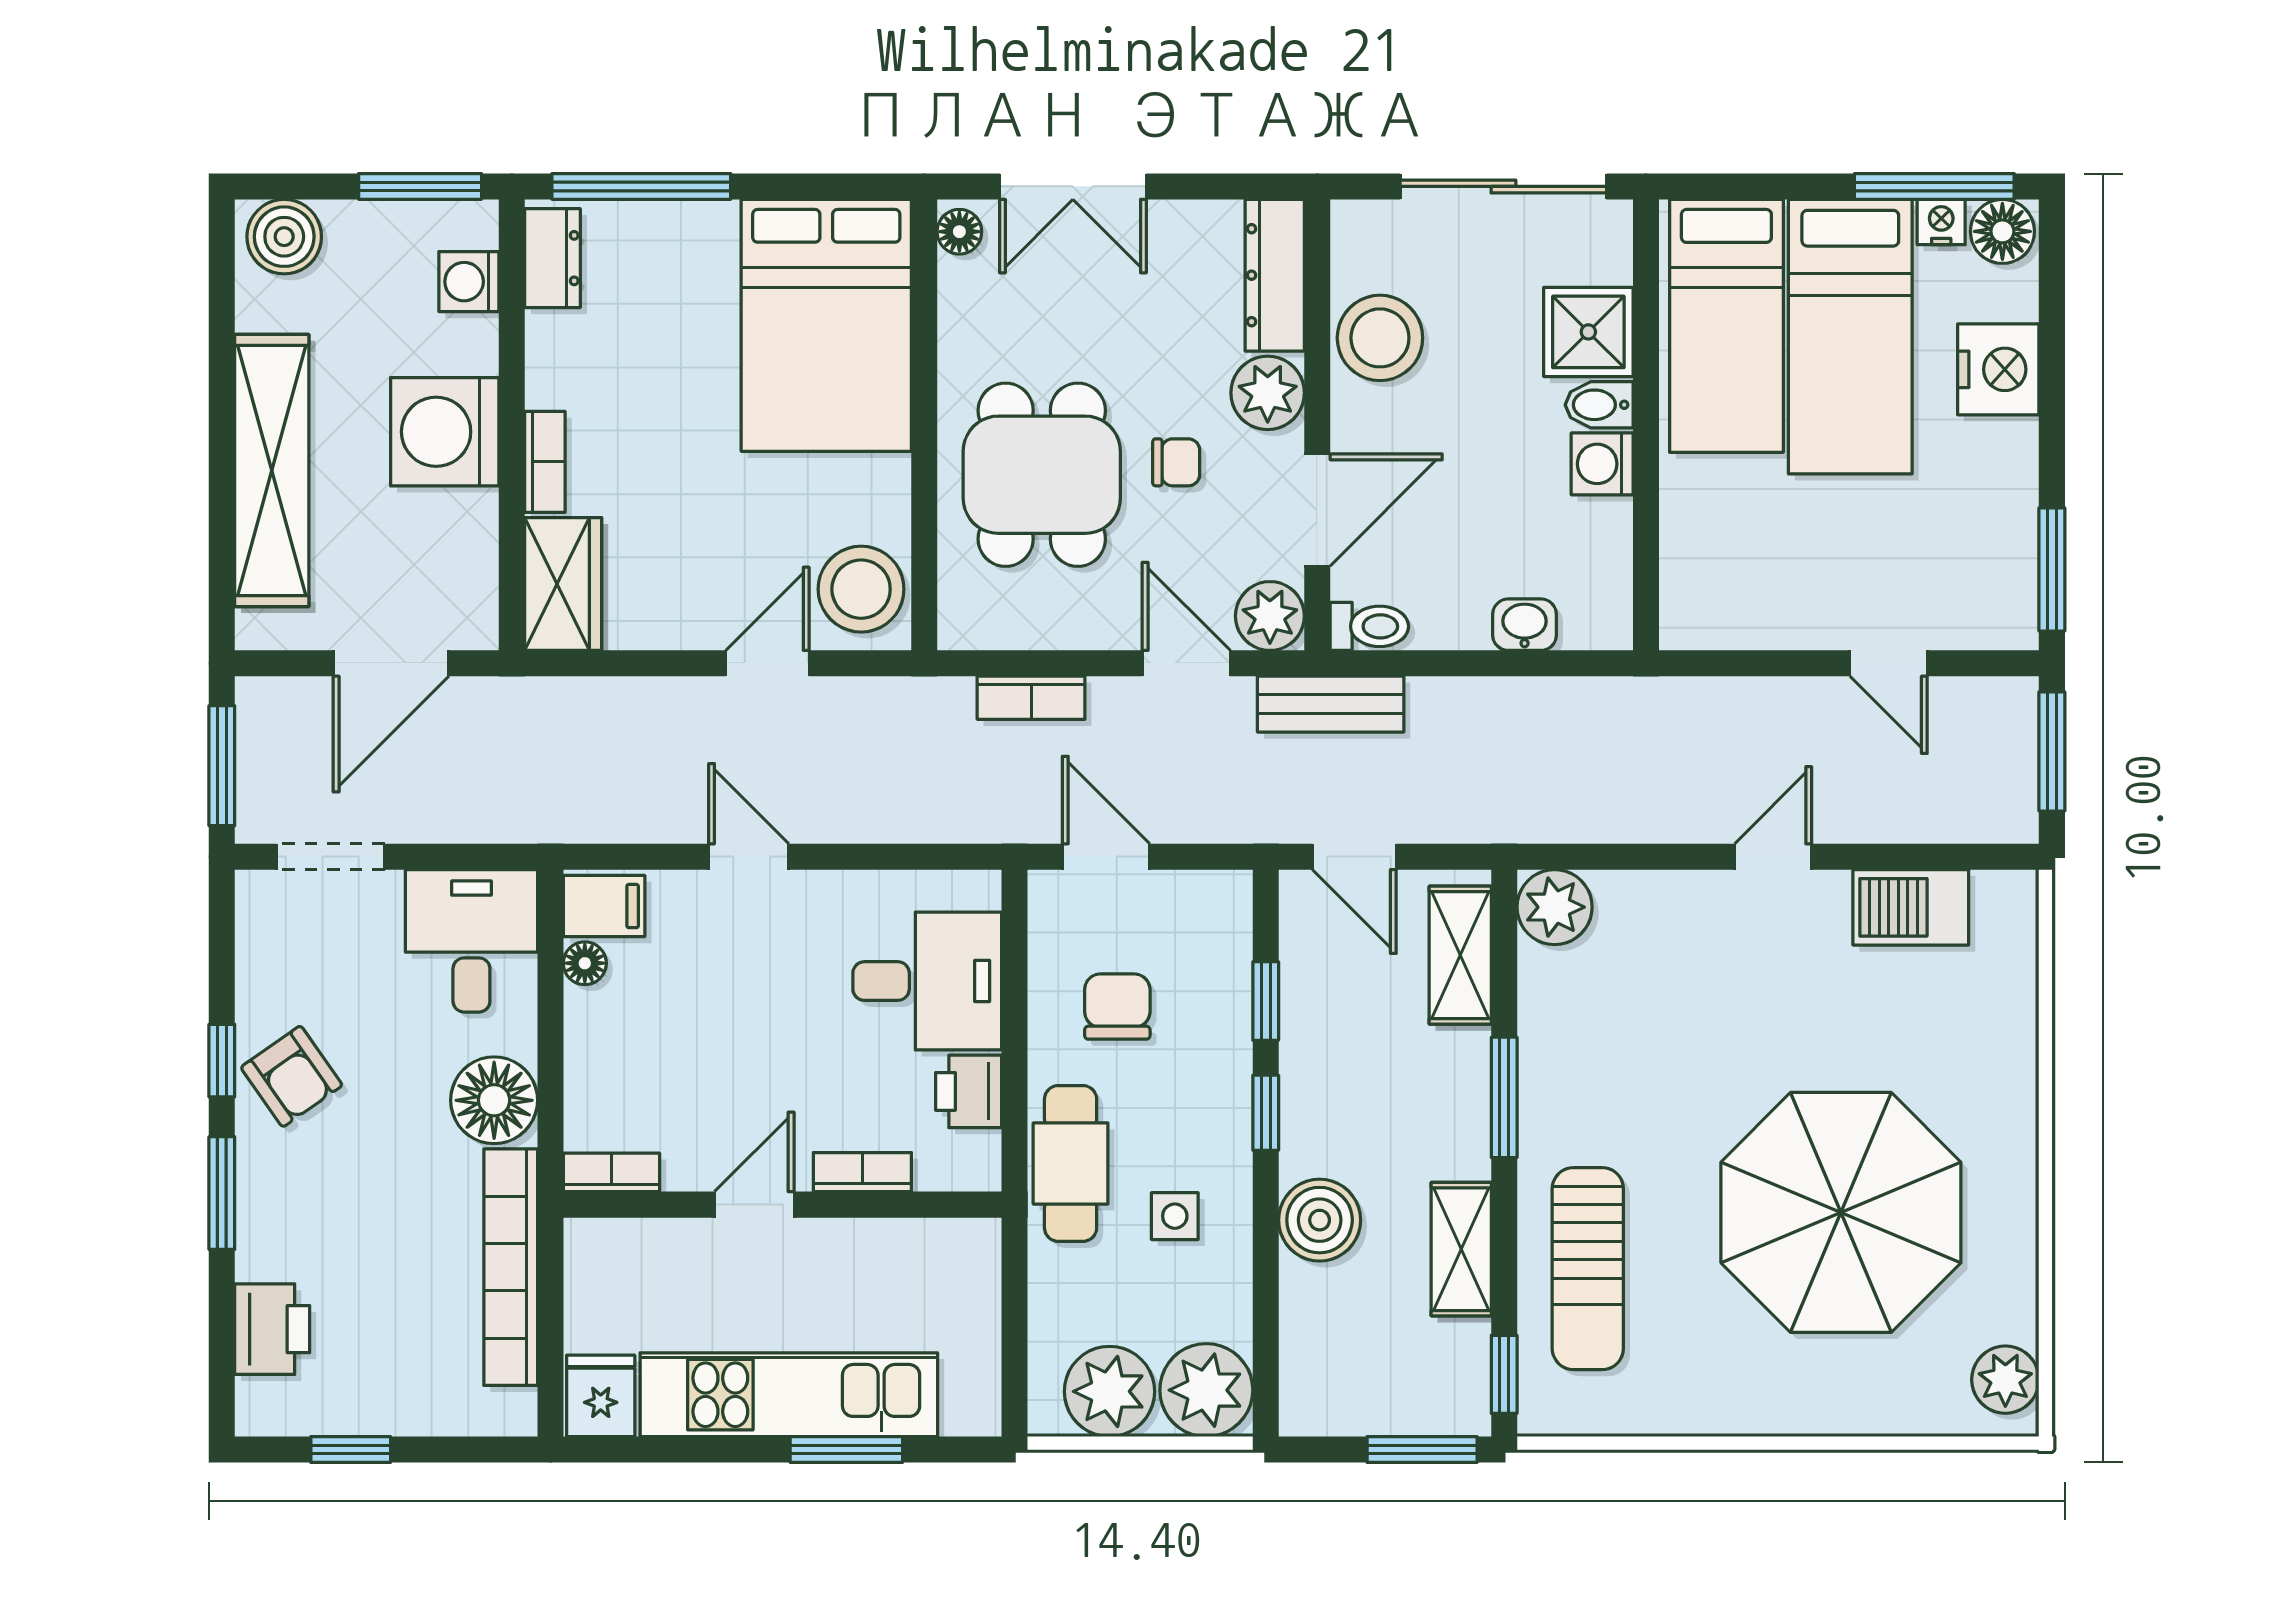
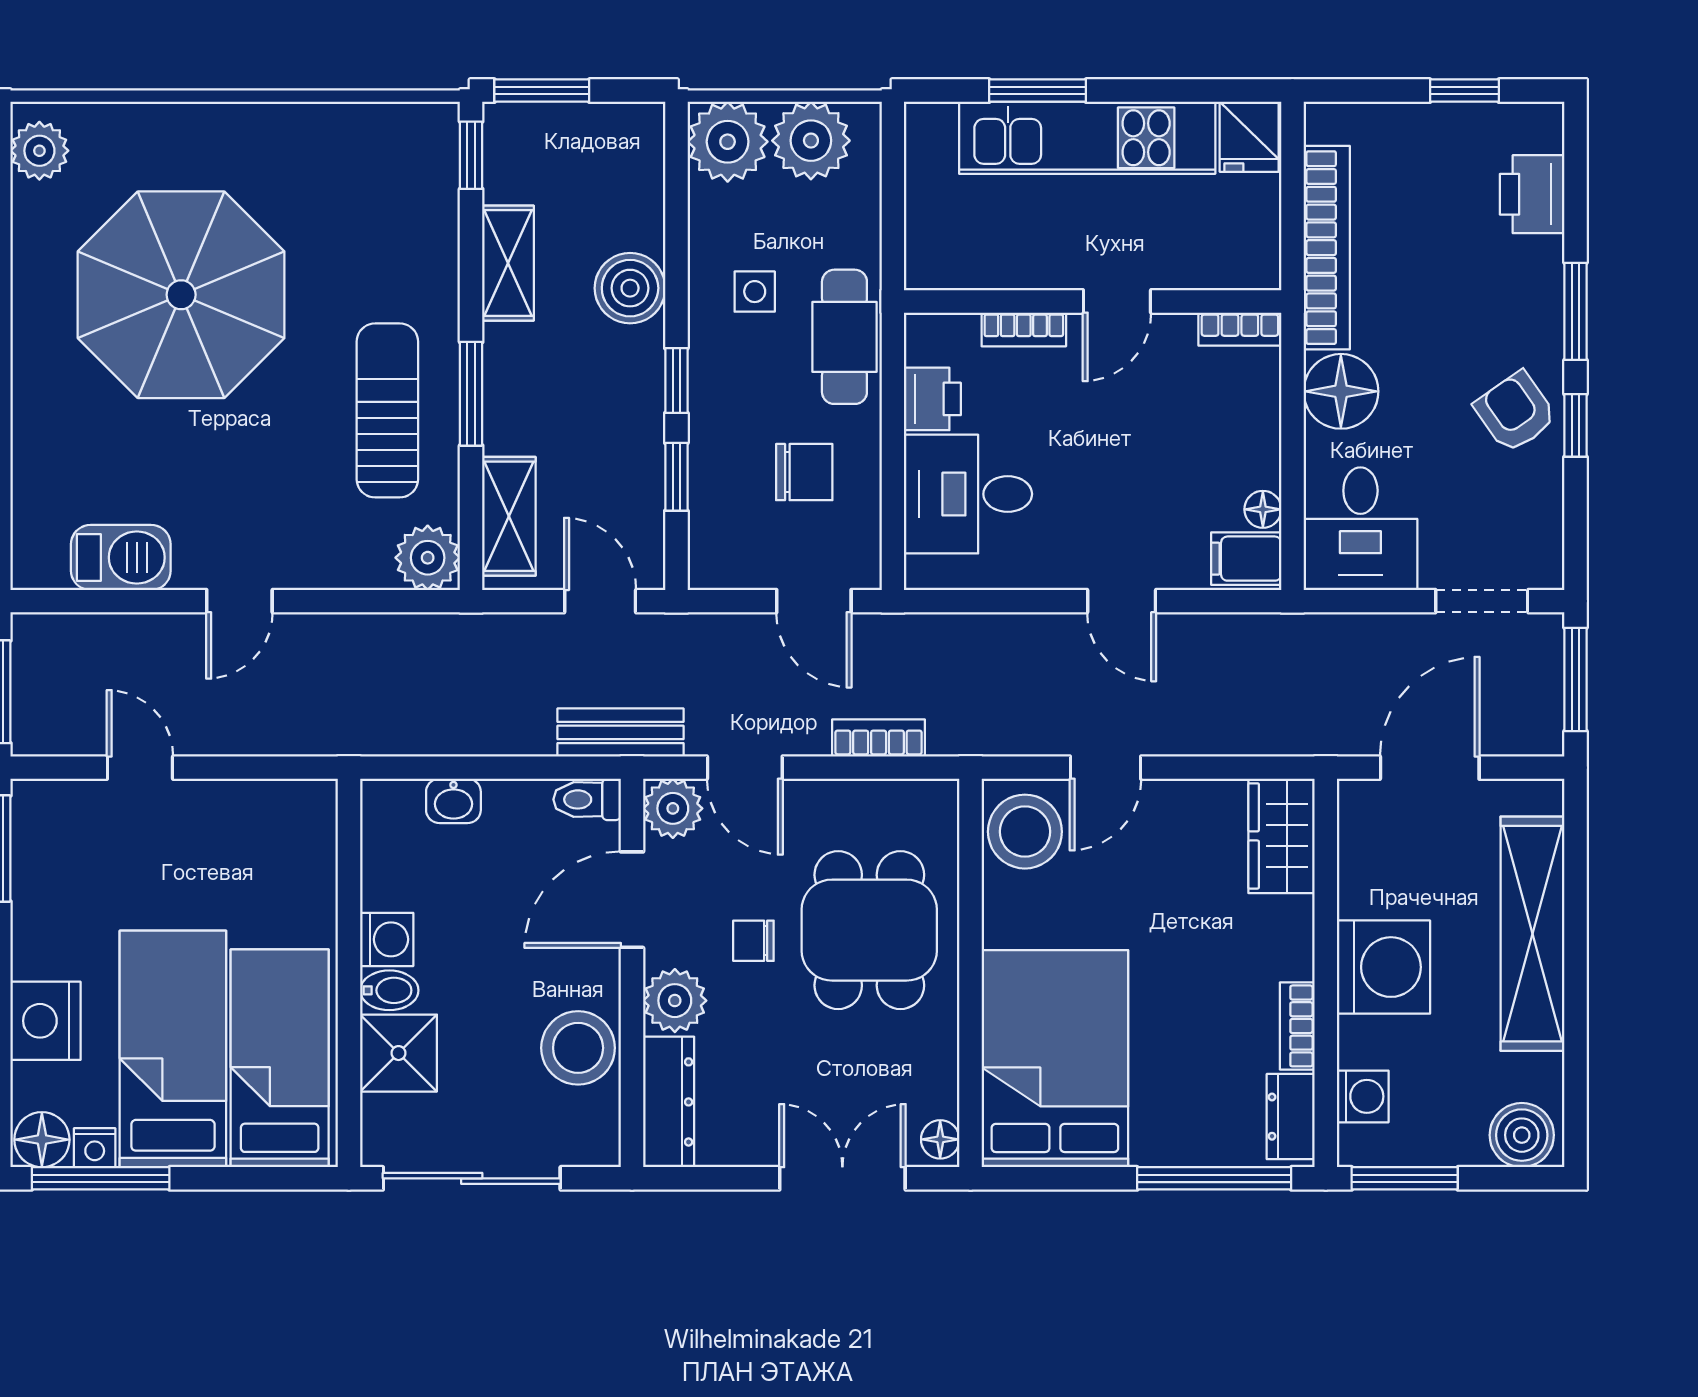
bookcase: (545, 462) -> (1297, 1026), moved
chair: (1117, 1007) -> (804, 472), turned -90
sun lounger: (1588, 1269) -> (387, 410), moved

